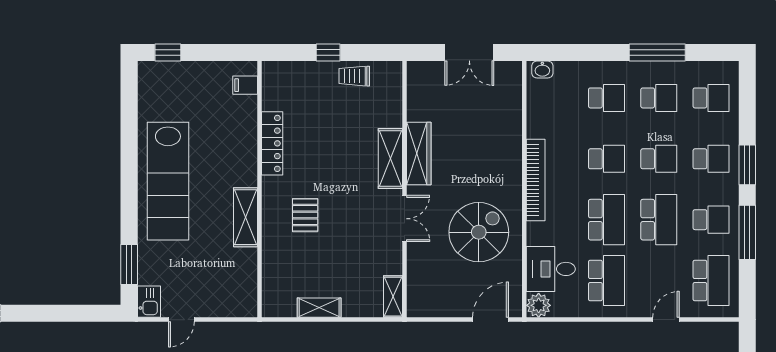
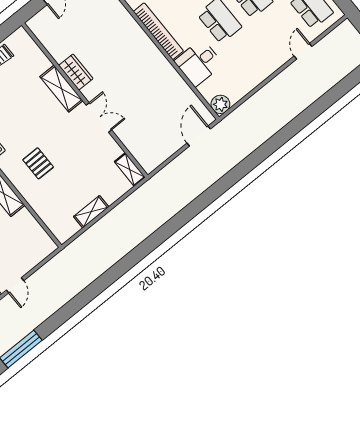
wardrobe: (419, 153) -> (76, 72), width x0.67
spiral stairs: (479, 232) -> (150, 90), removed
desk: (551, 269) -> (199, 63), moved
school desk: (606, 281) -> (249, 57), removed

